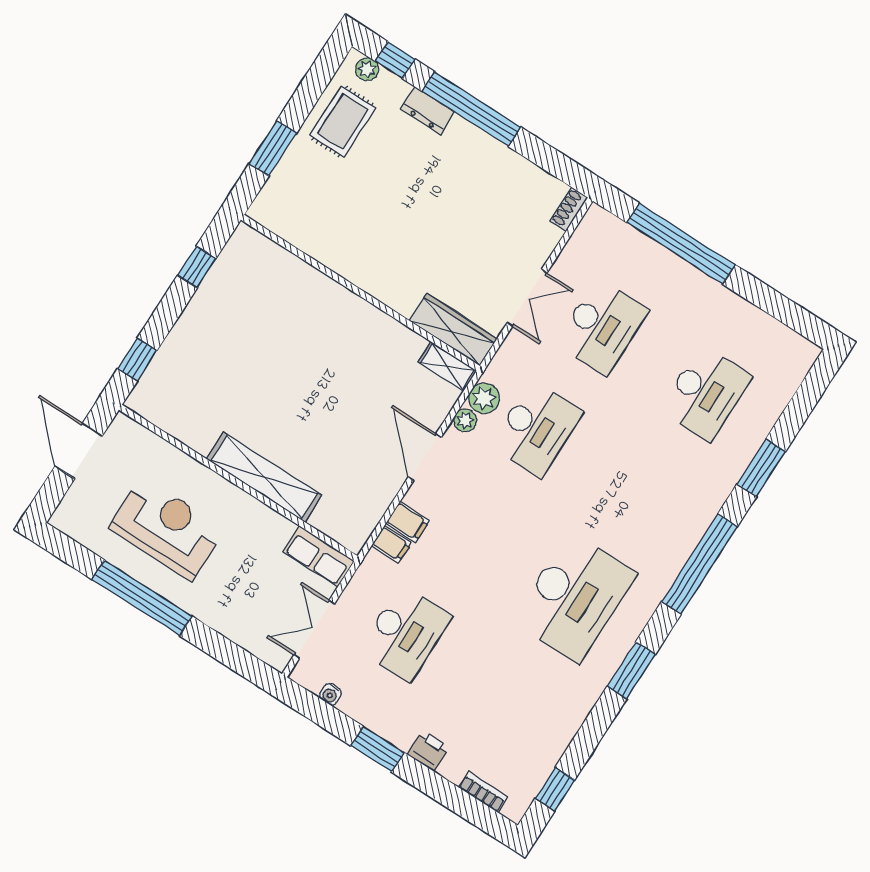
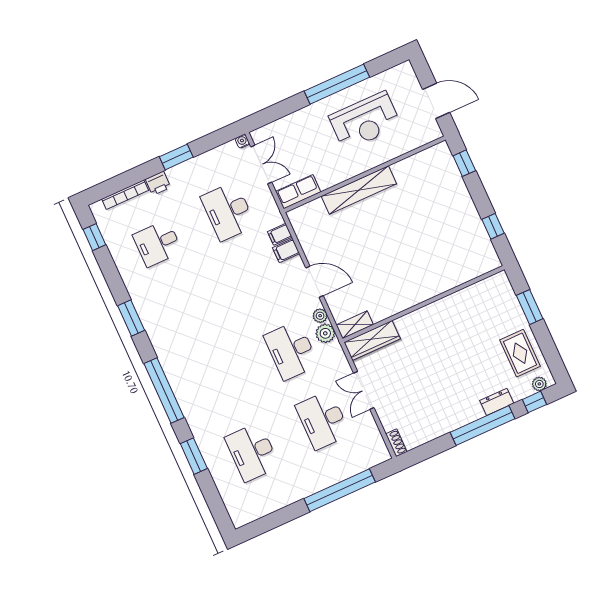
desk: (574, 597) -> (158, 243), moved, width x0.53, depth x0.77
water cooler: (331, 694) -> (242, 141), moved
bookcase: (483, 792) -> (125, 195), width x1.56

